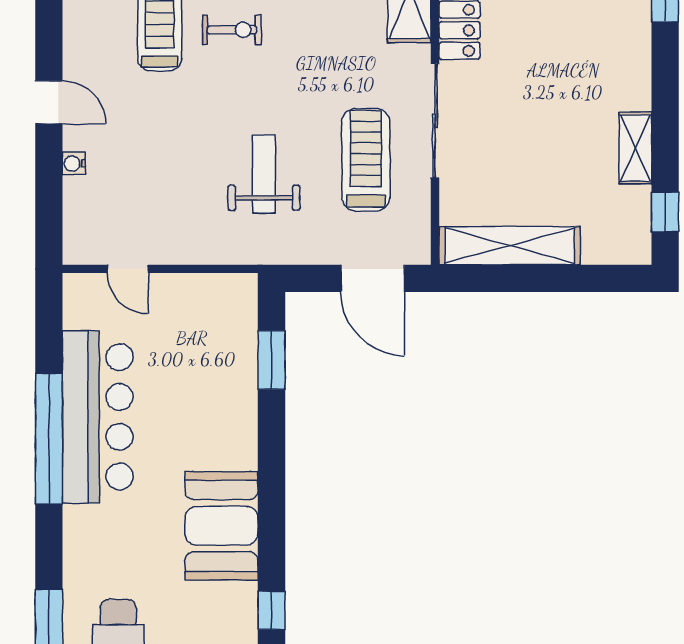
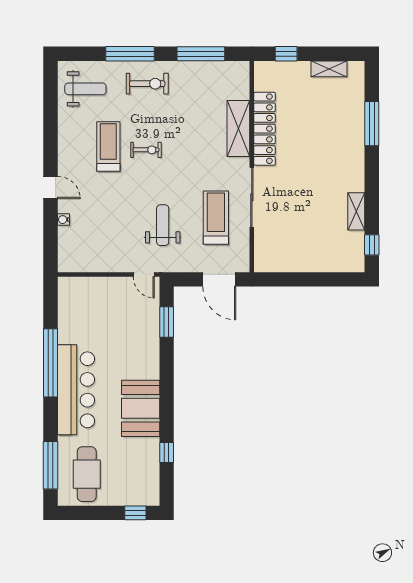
shelving: (510, 246) -> (291, 262), removed
door: (128, 269) -> (144, 274), moved
bar counter: (98, 417) -> (76, 390), moved

